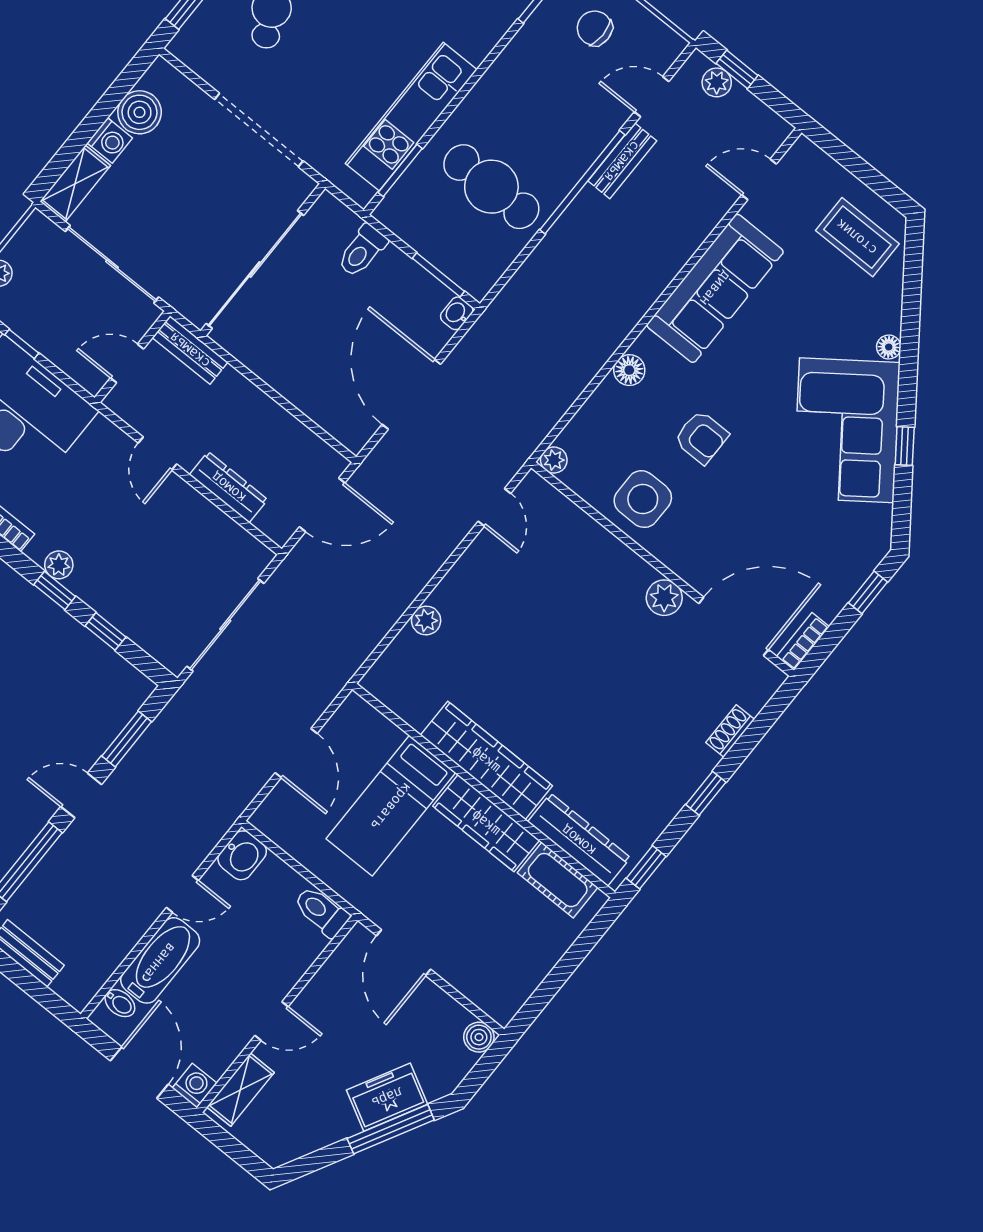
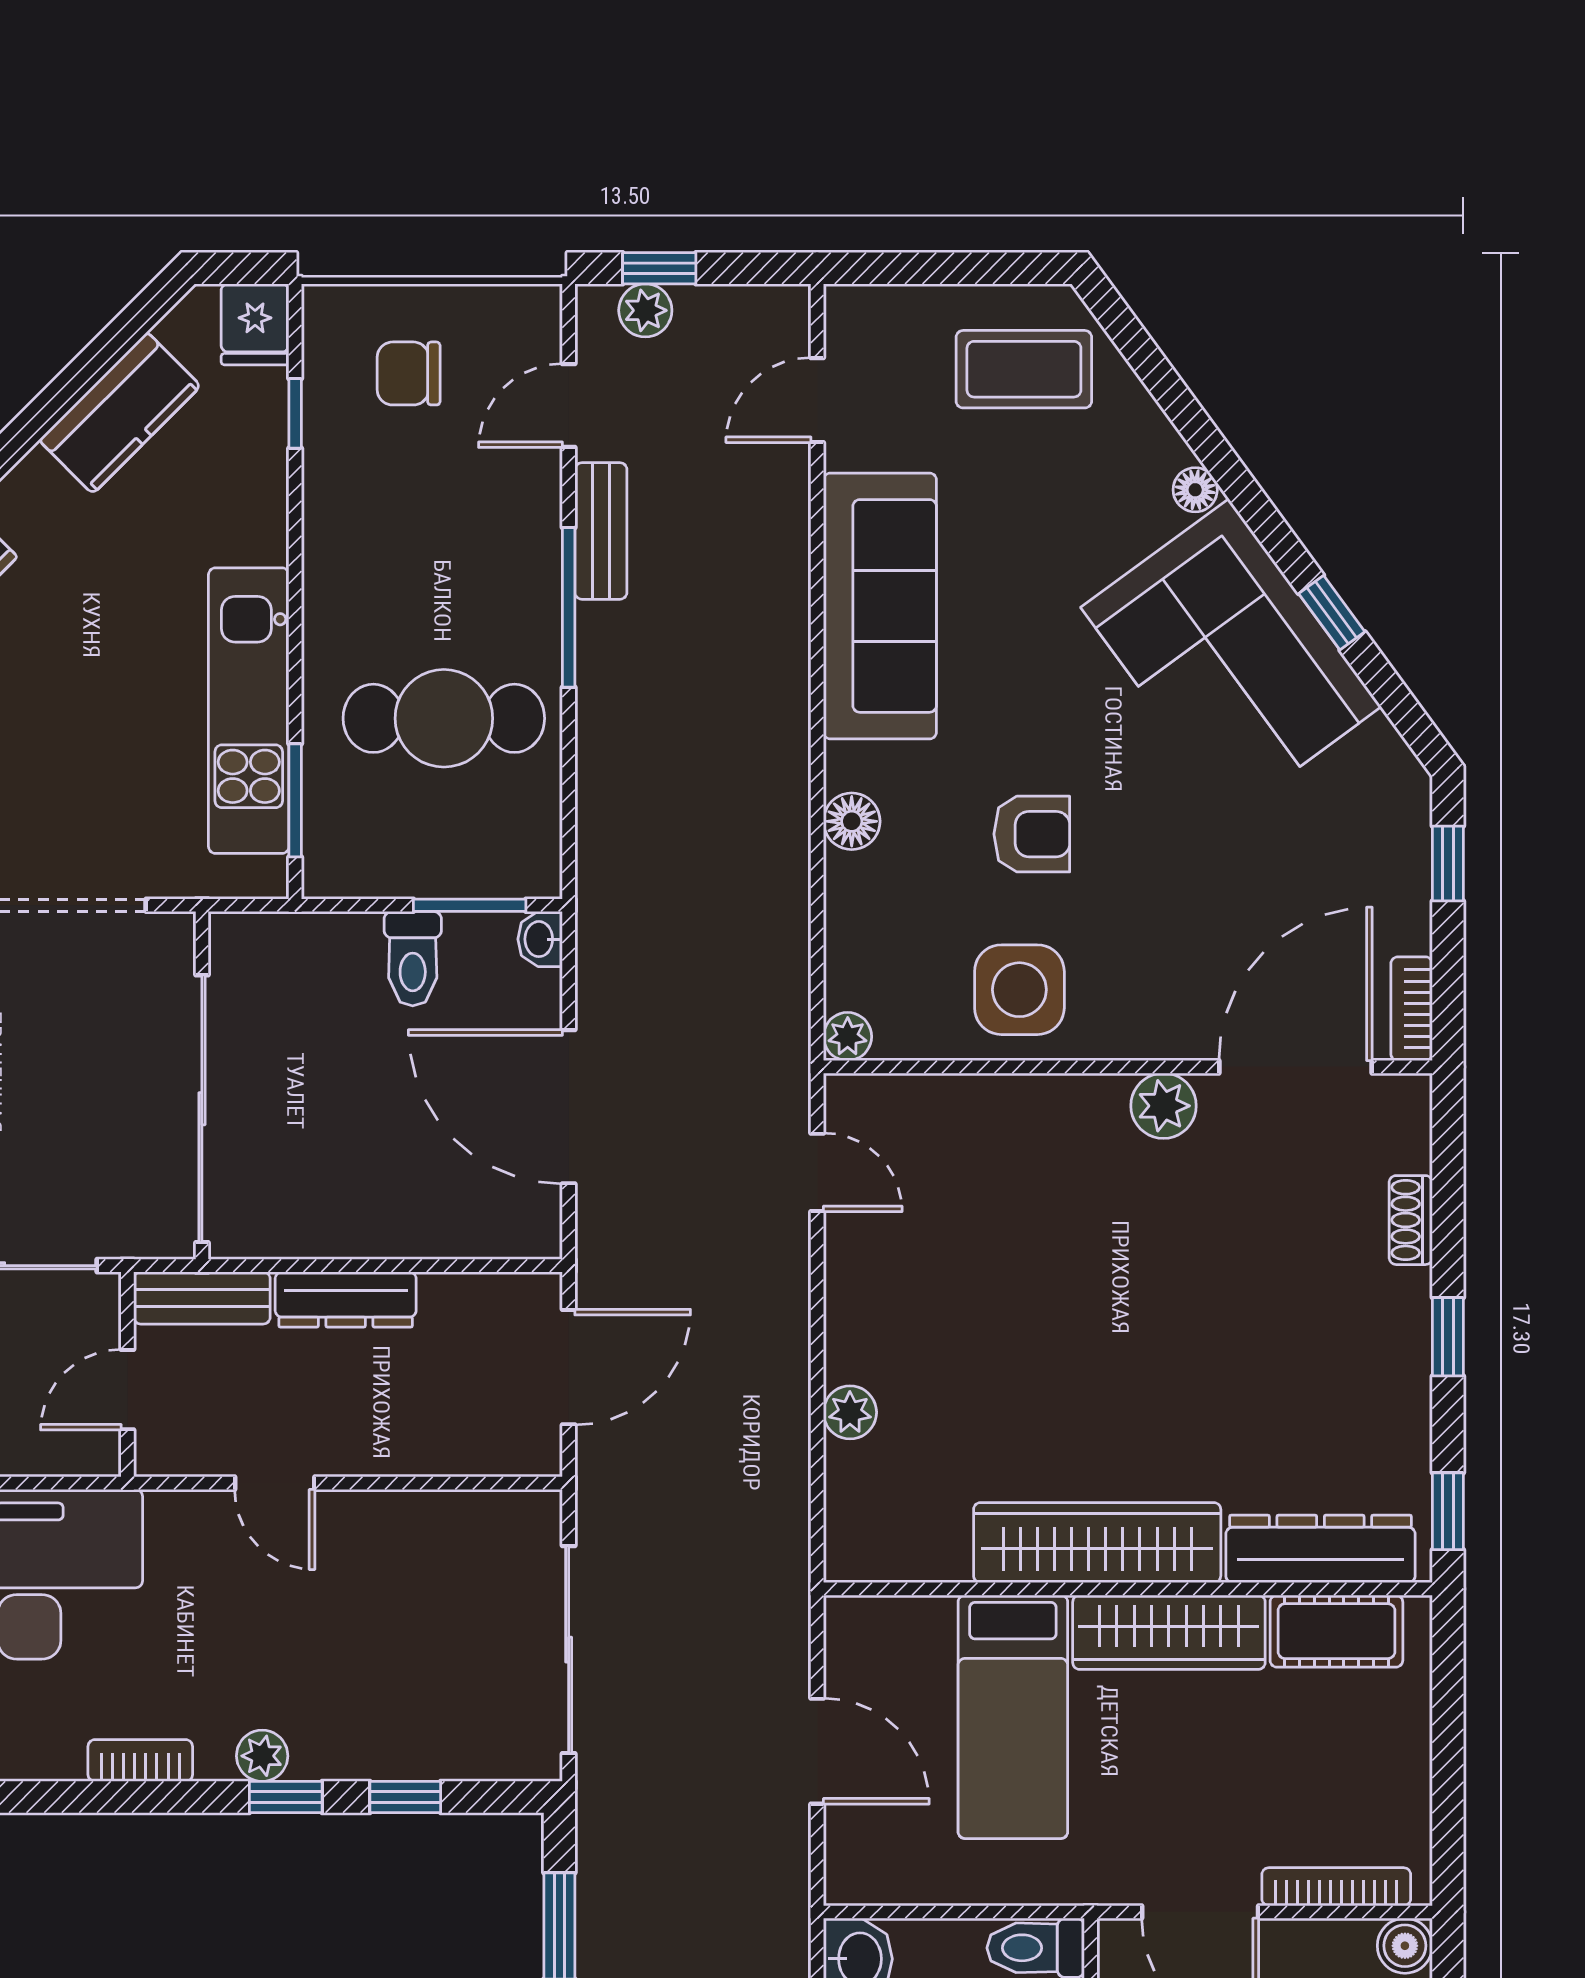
window: (582, 182) -> (569, 607), width x0.68
toilet: (362, 251) -> (413, 959), moved
dresser: (229, 487) -> (346, 1299), moved, turned 180
bookcase: (470, 989) -> (1336, 1887), added

